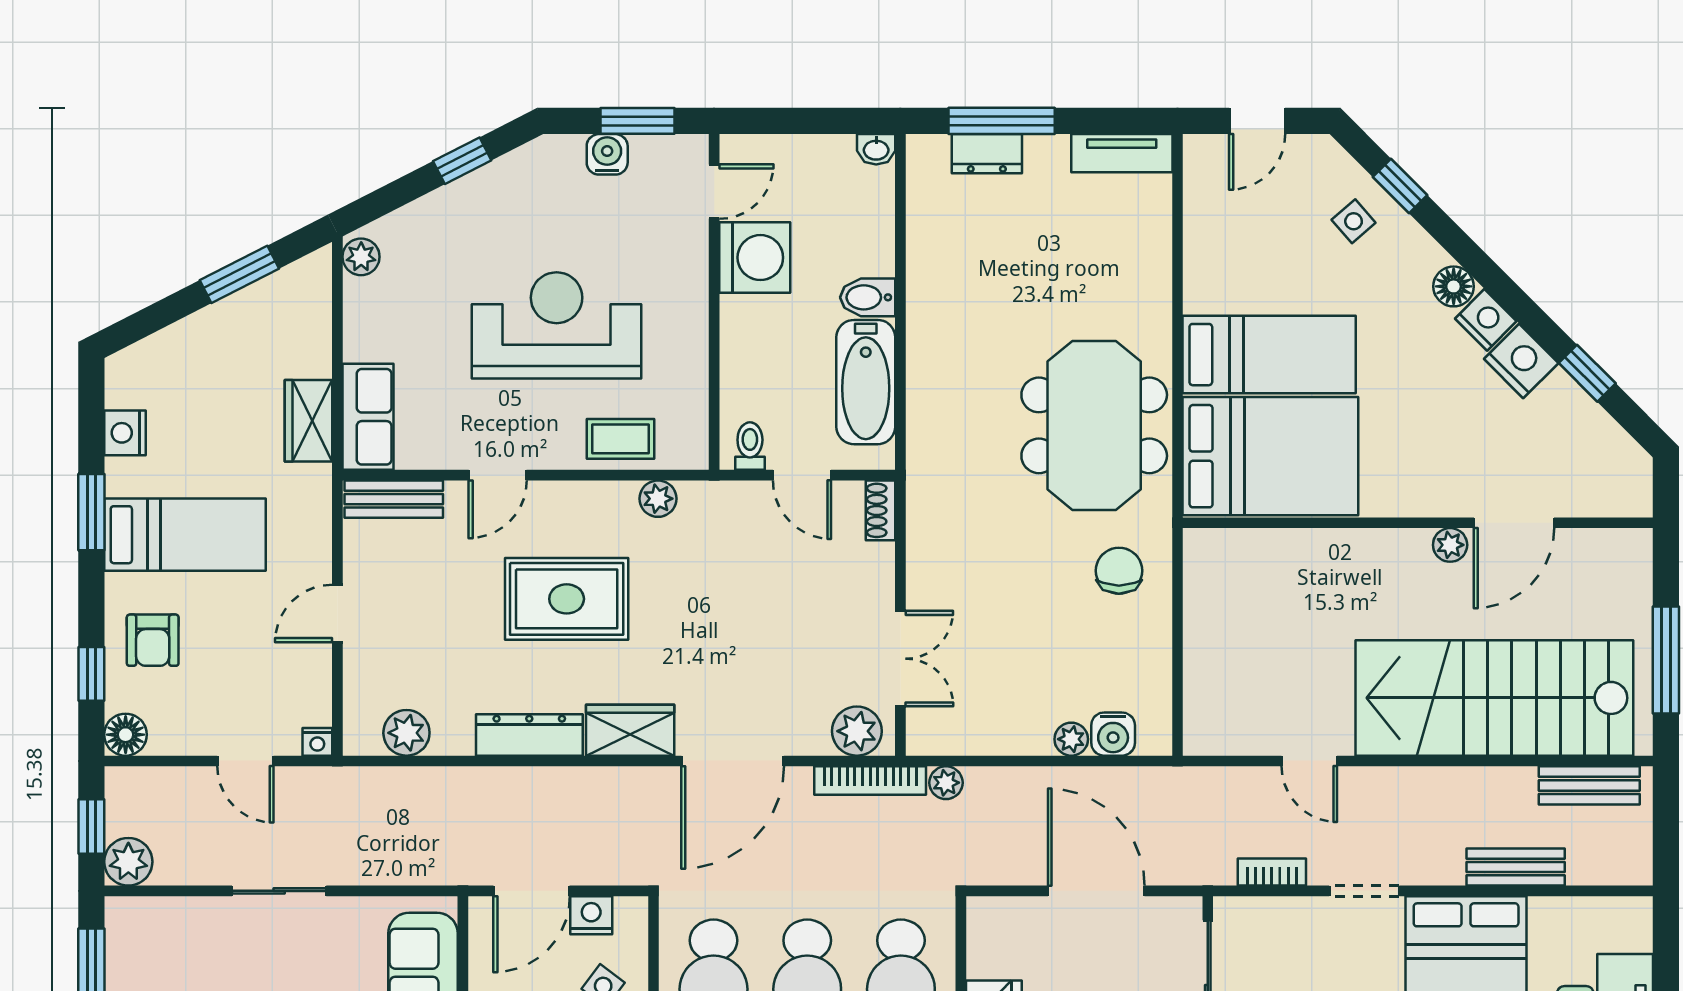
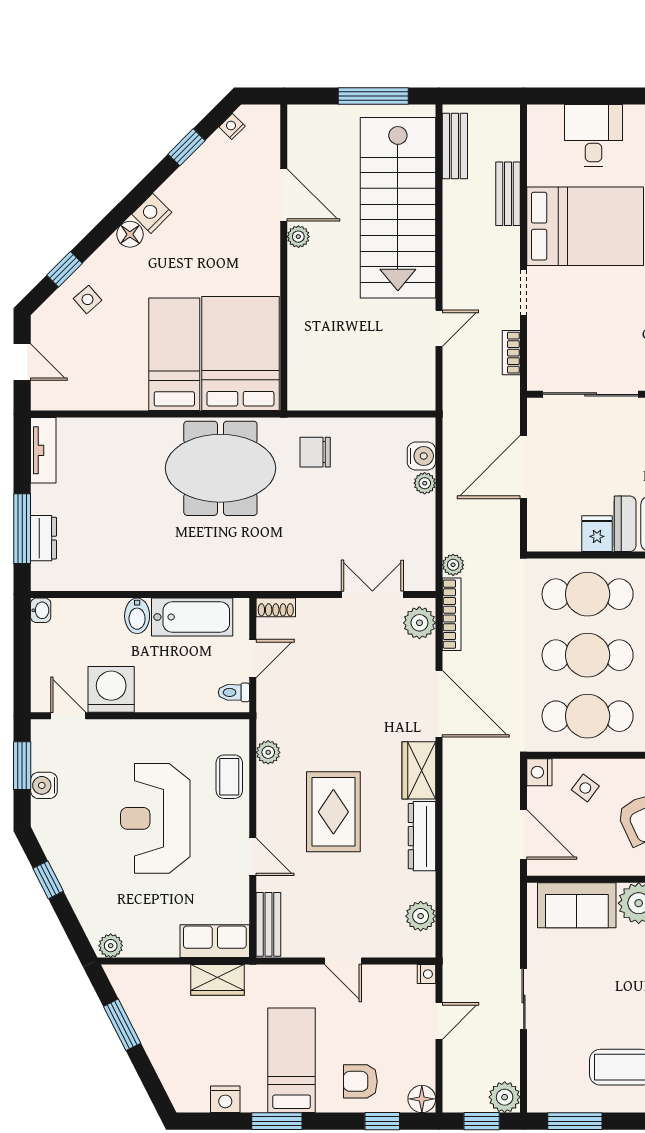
nightstand: (1521, 361) -> (232, 127), moved, width x0.53, depth x0.56
armchair: (153, 640) -> (360, 1081), turned 180
nightstand: (591, 915) -> (539, 772), moved

